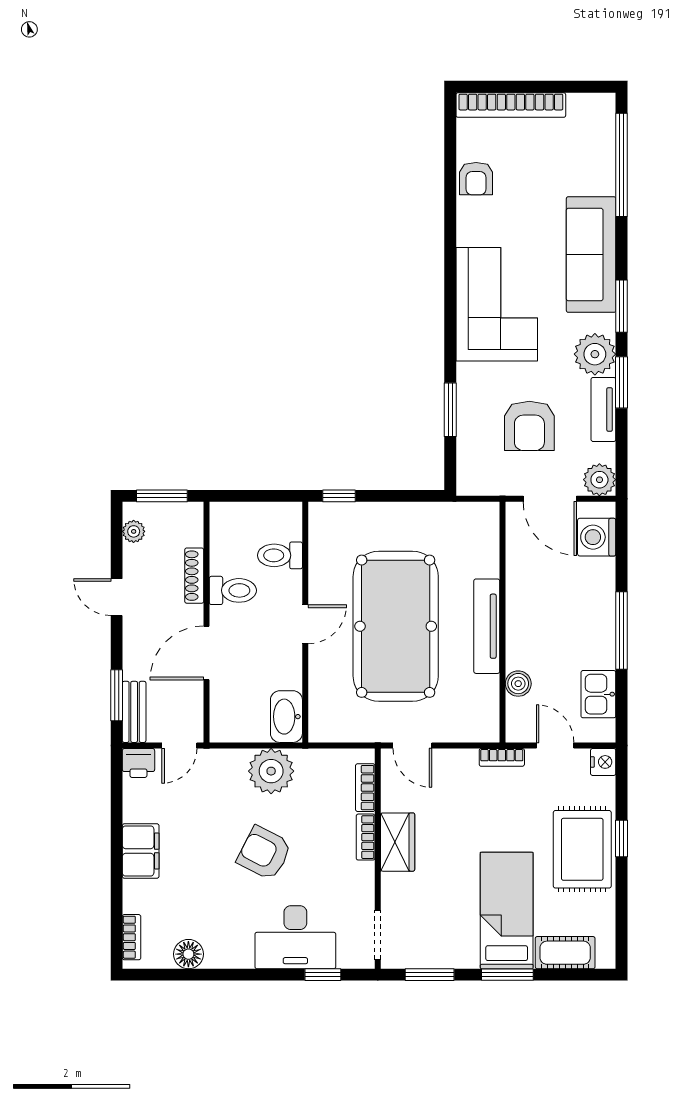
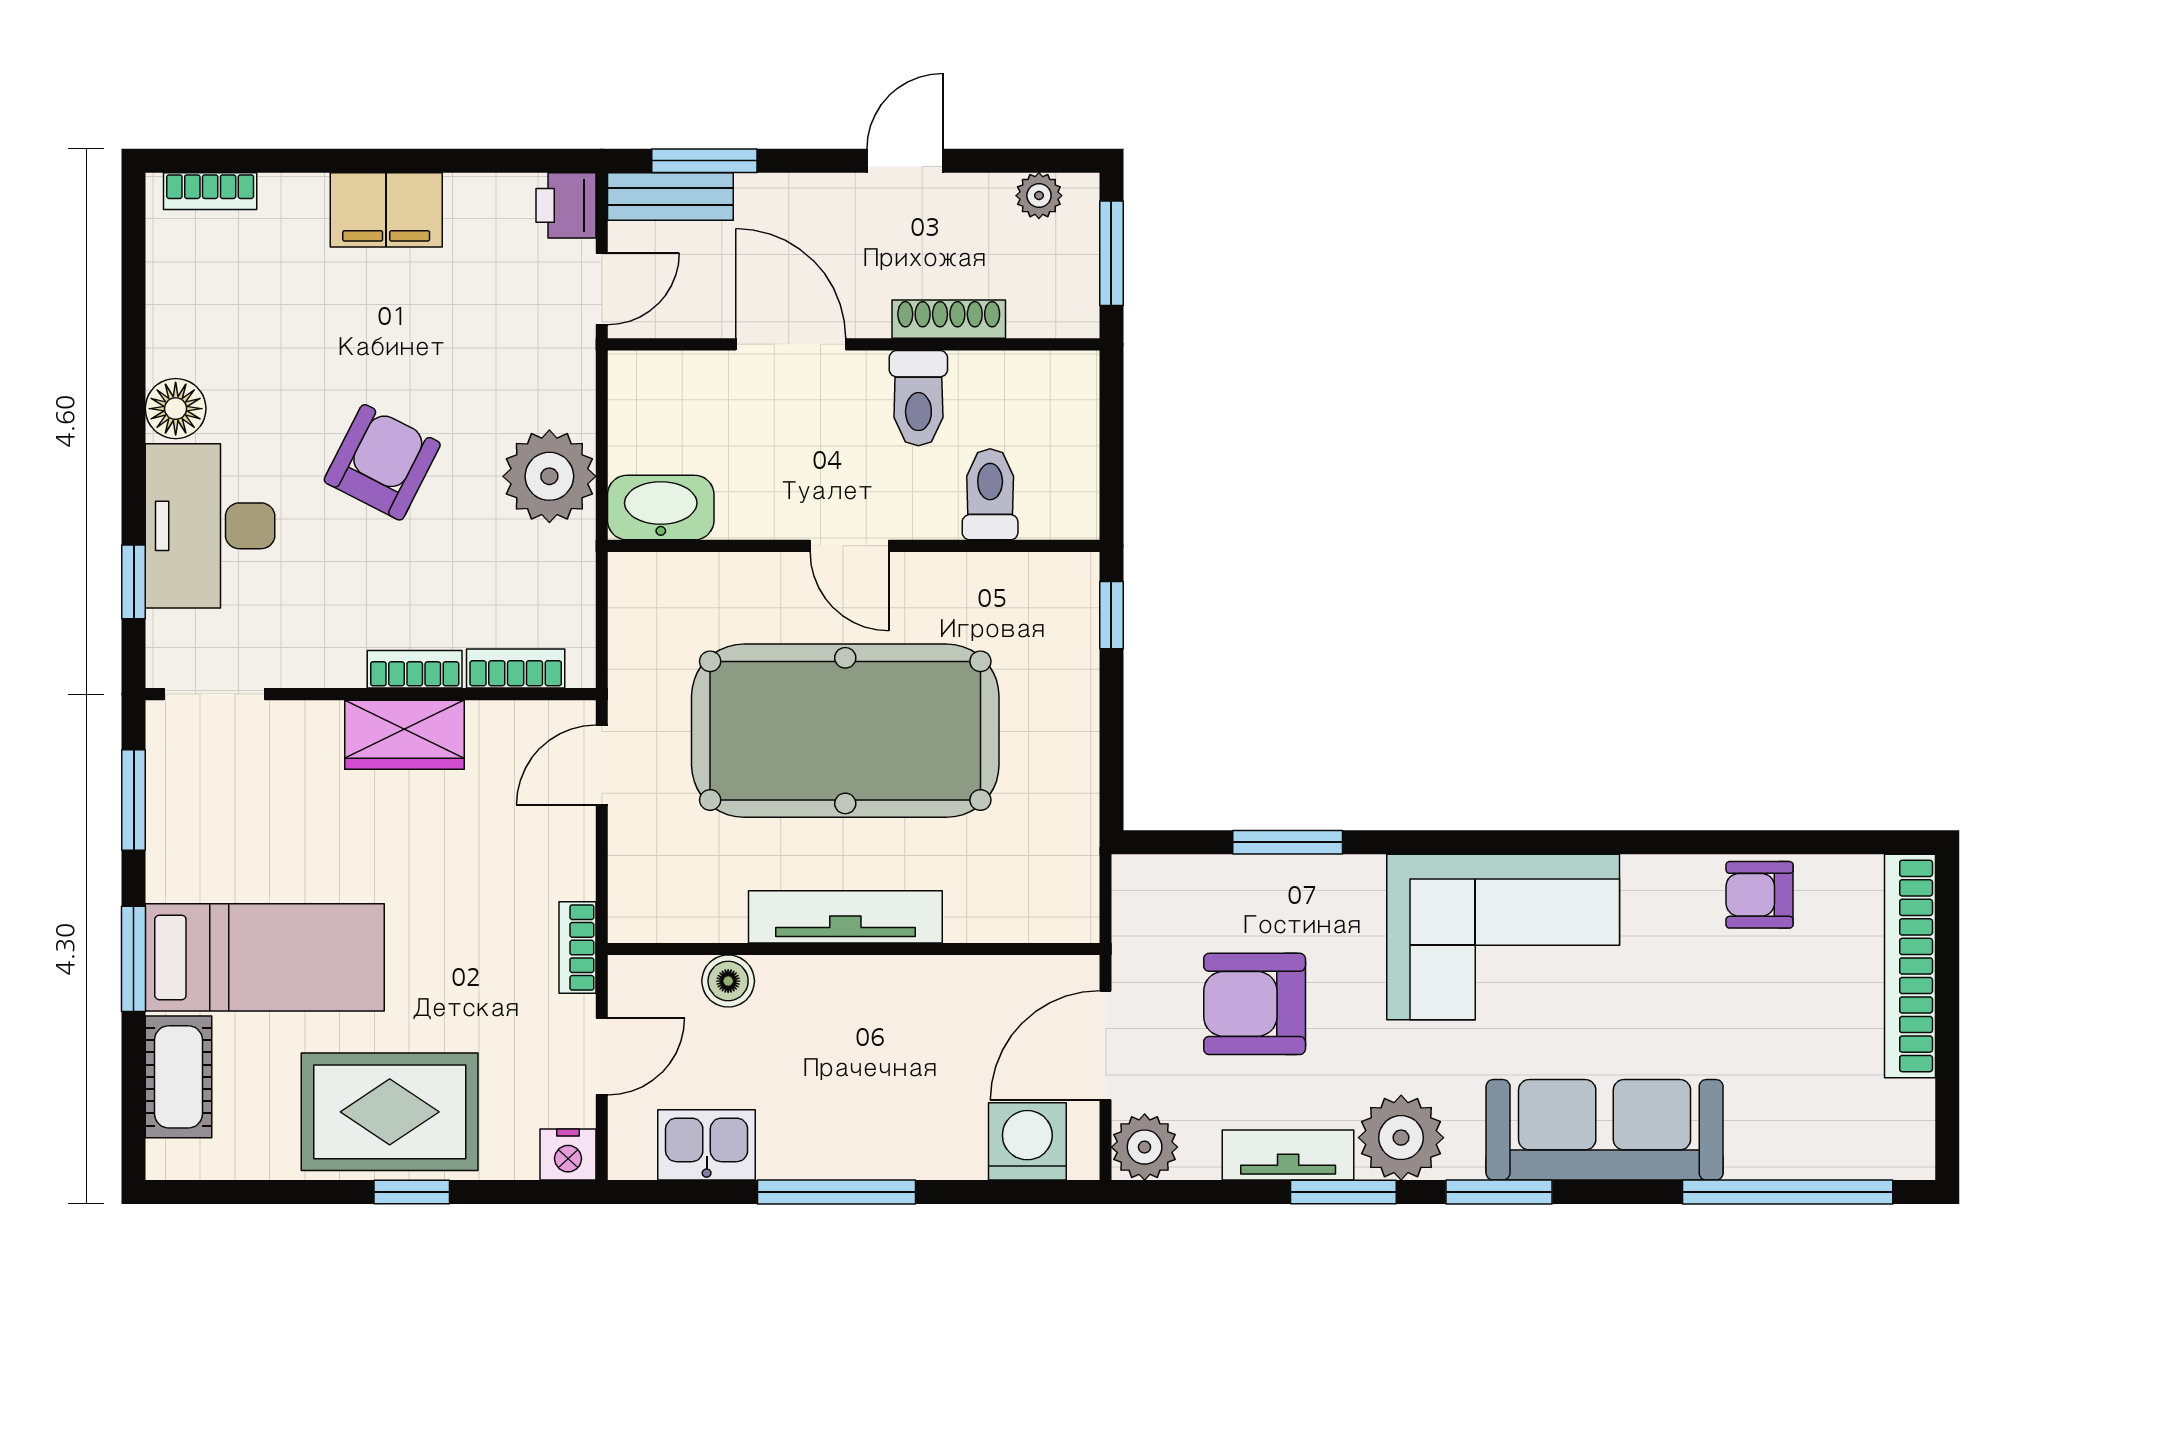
door: (179, 745) -> (602, 289), swing flipped
floor lamp: (188, 954) -> (176, 409), moved

